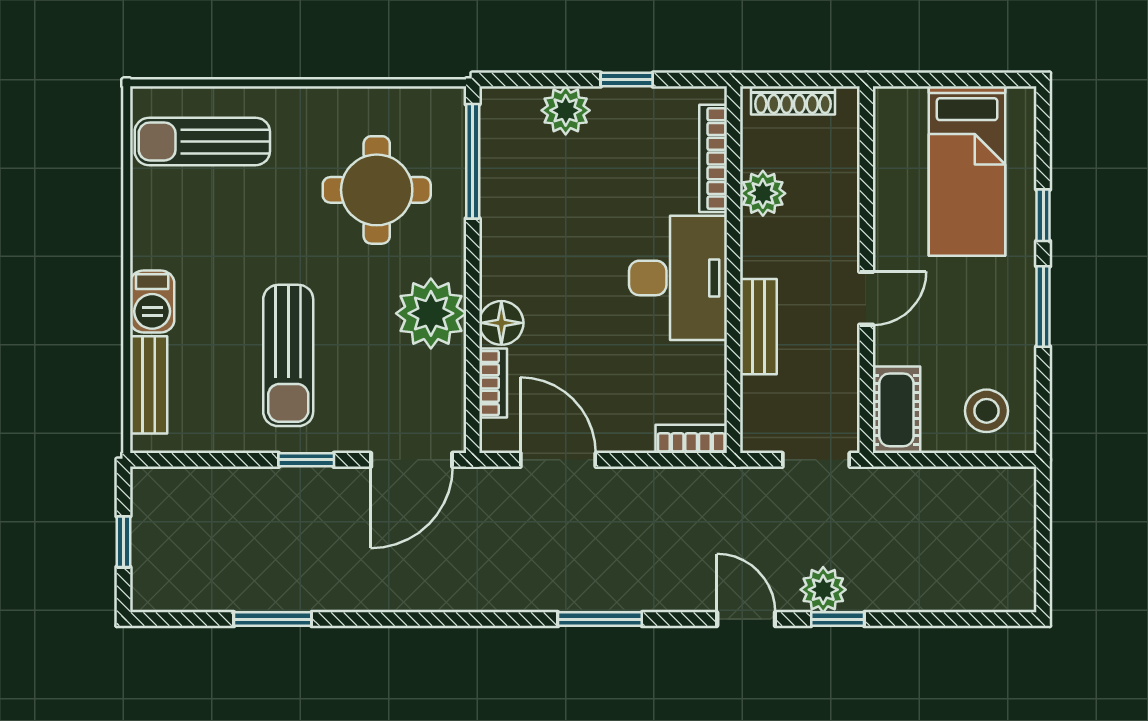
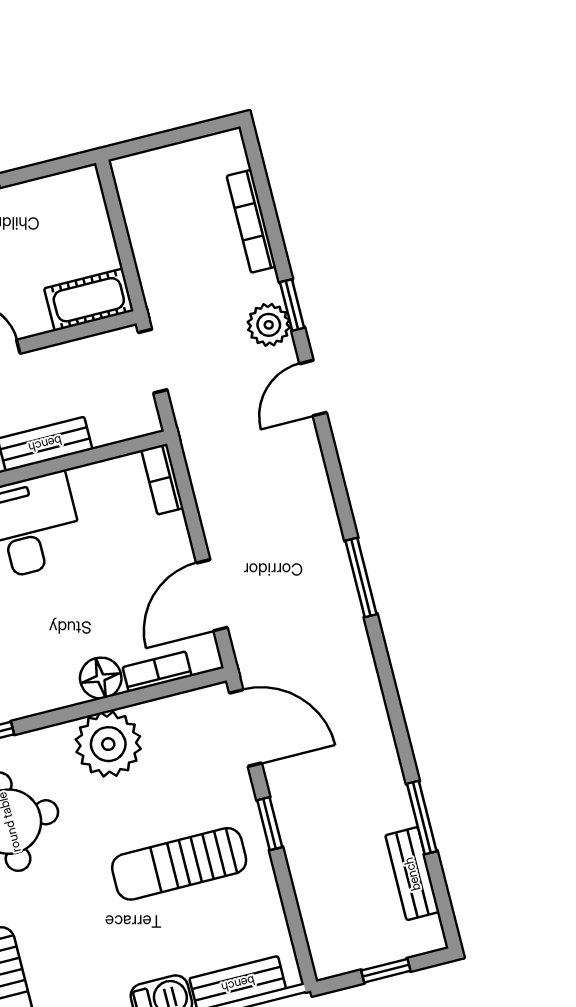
sun lounger: (288, 355) -> (179, 864), turned 180
stool: (987, 411) -> (69, 218), removed
bench: (217, 594) -> (412, 874), added
bookcase: (935, 599) -> (251, 221), added
window: (600, 619) -> (361, 577), moved

